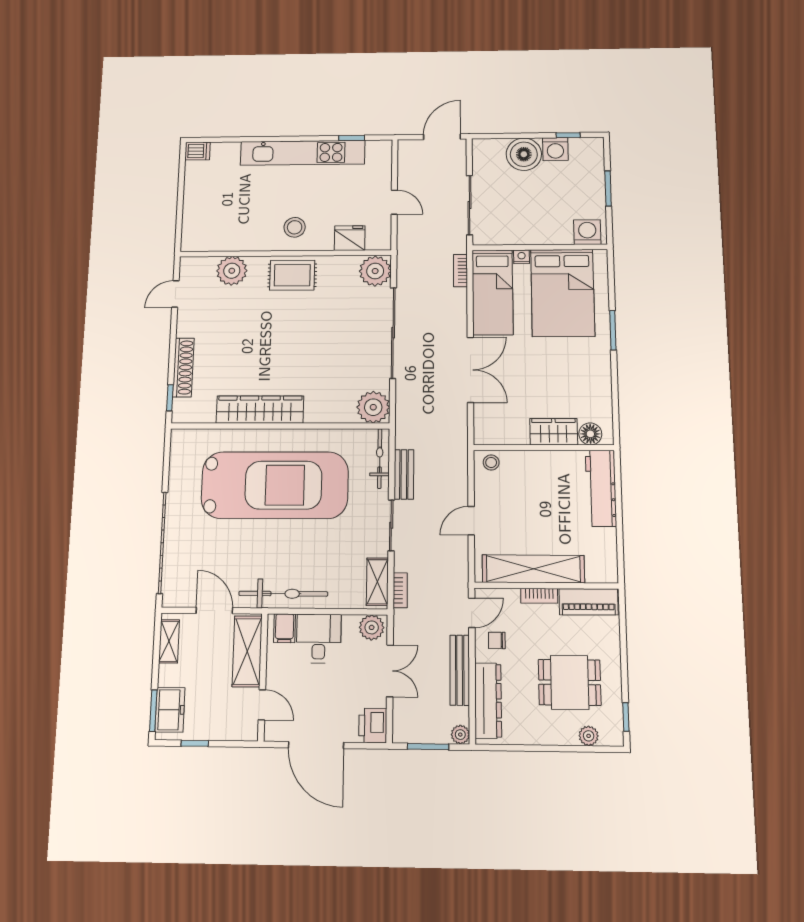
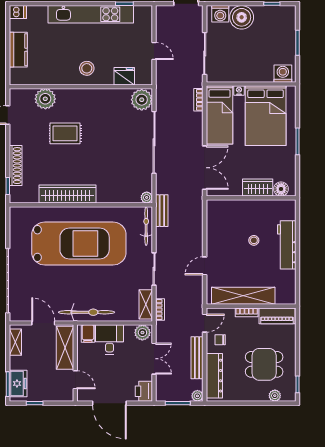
washing machine: (555, 149) -> (220, 14), moved
kitchen counter: (195, 202) -> (18, 50), added
rug: (292, 275) -> (65, 133), moved
plant: (373, 407) -> (147, 197), width x0.53, depth x0.53
wardrobe: (554, 432) -> (258, 187), moved
floor lamp: (590, 434) -> (281, 189), moved
wall: (544, 448) -> (251, 198), moved
stool: (491, 462) -> (254, 240), moved
bench: (404, 474) -> (162, 211), moved

